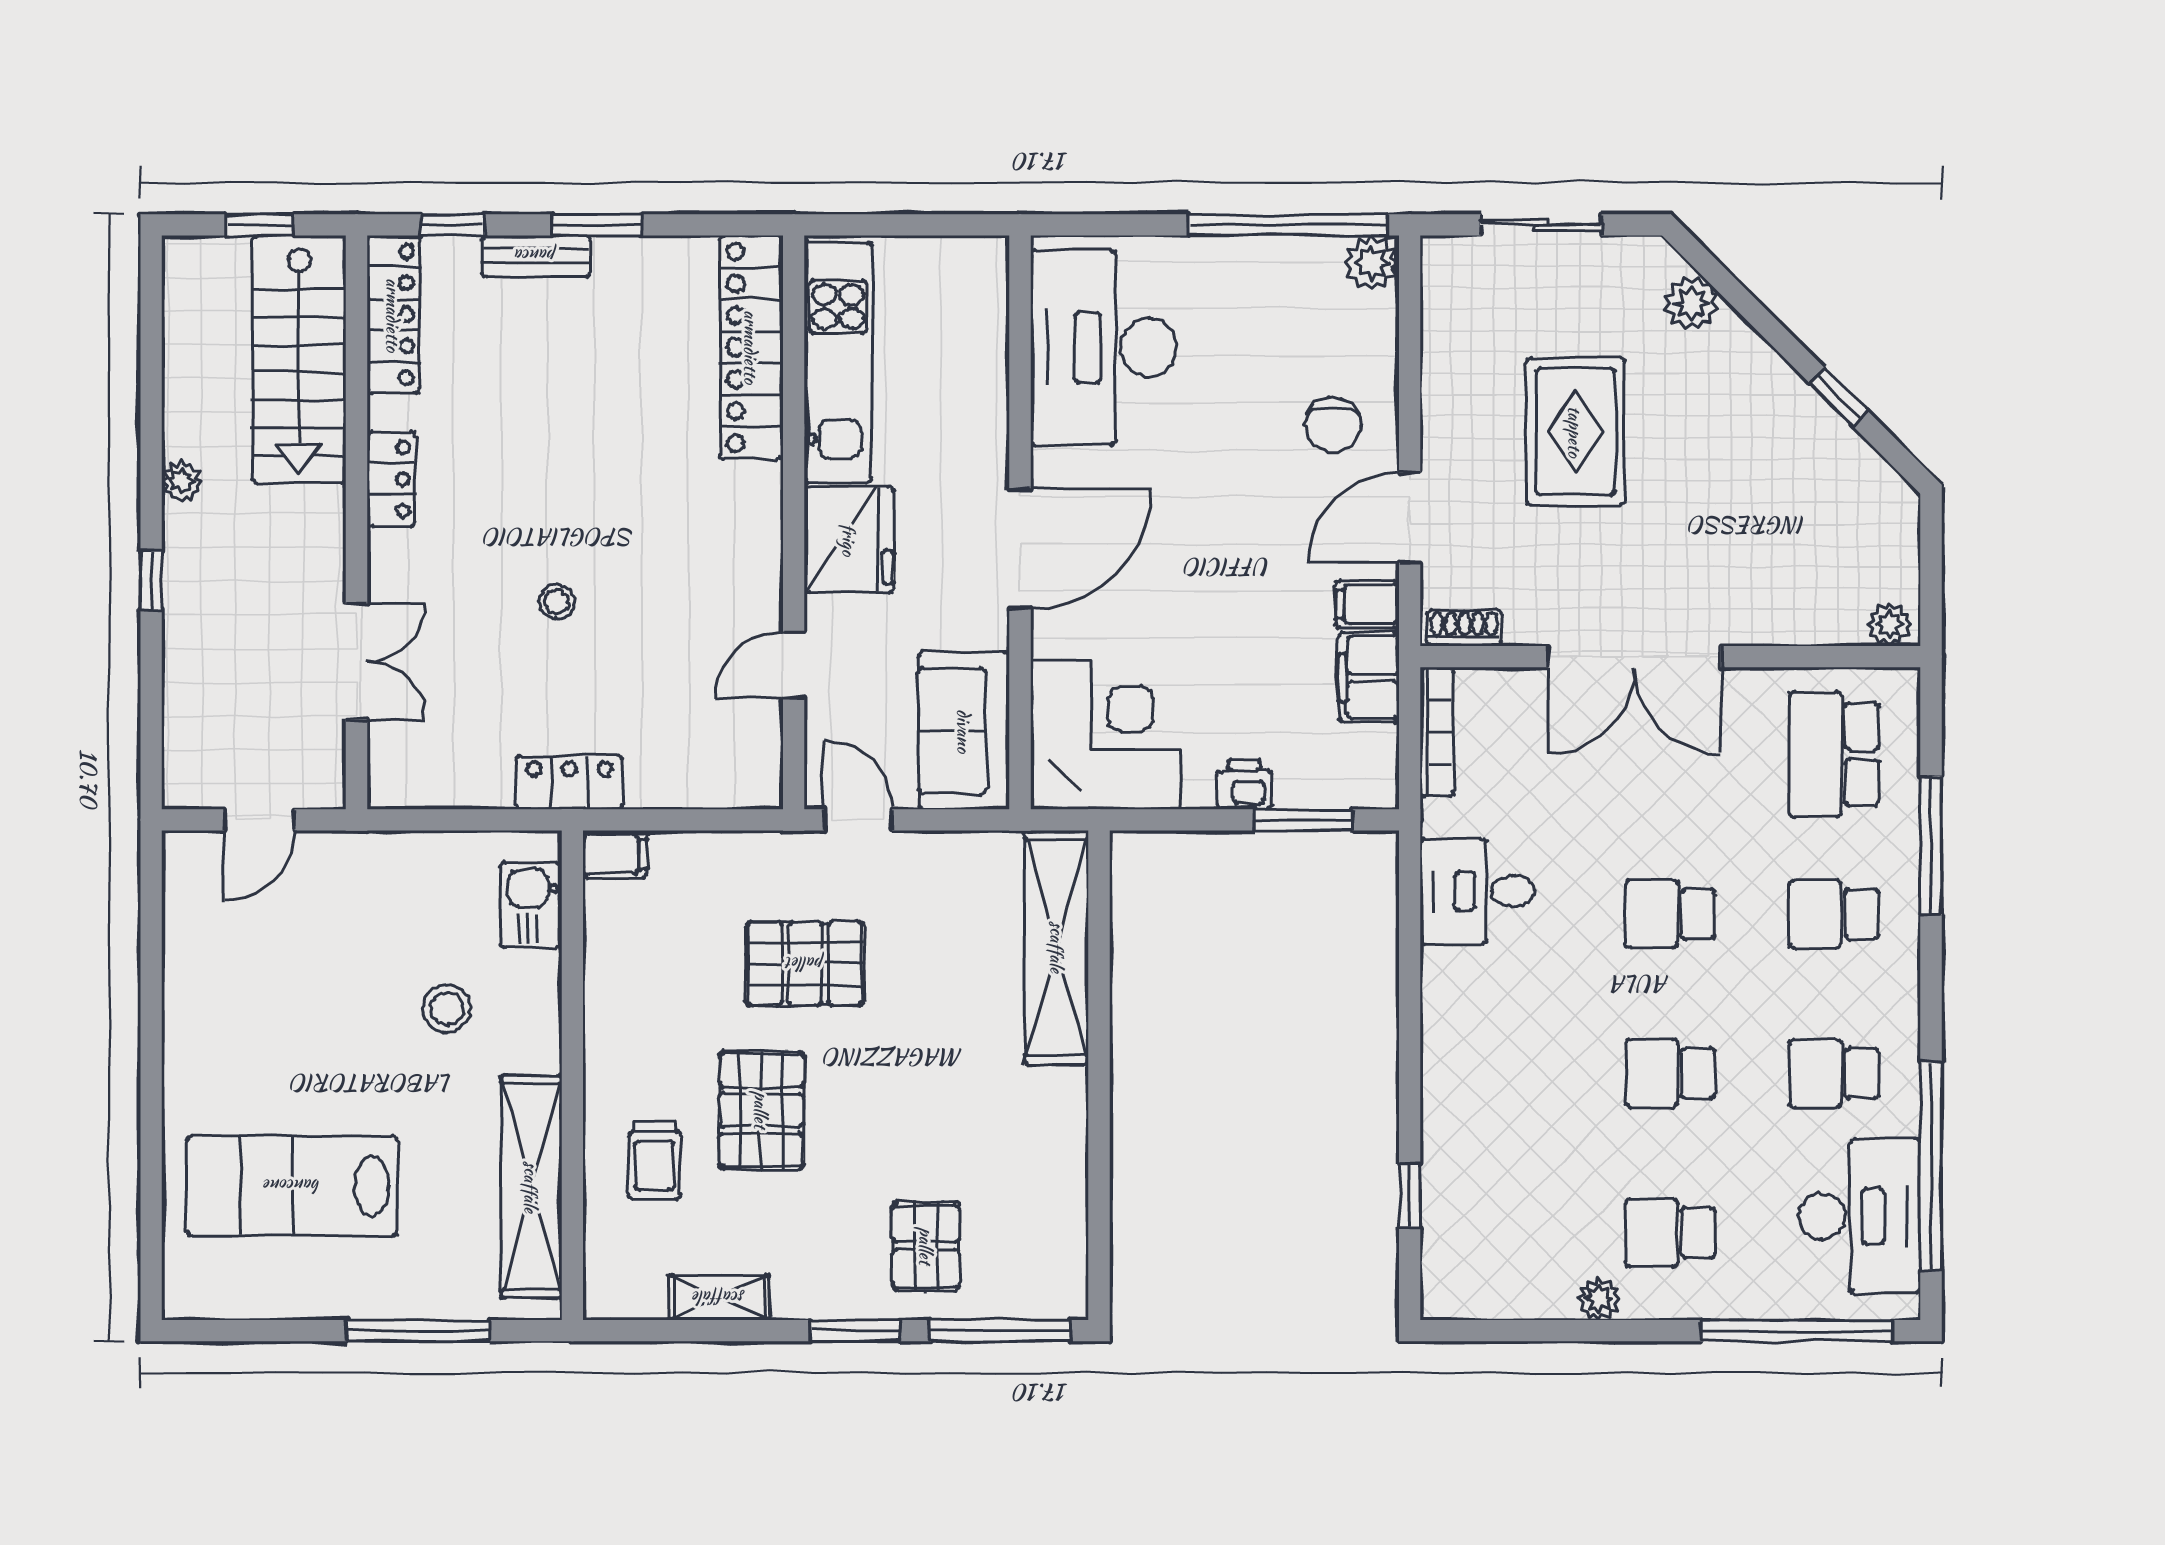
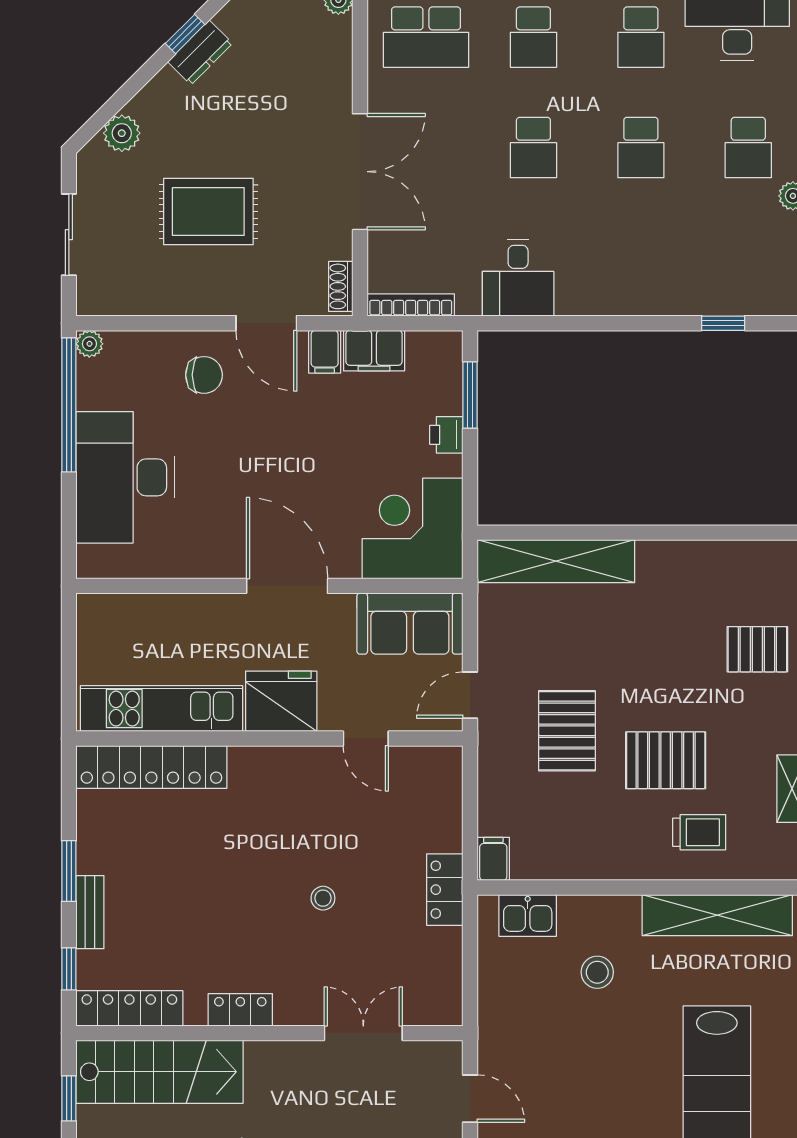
plant: (1372, 263) -> (89, 344), width x0.73, depth x0.73
desk: (1104, 347) -> (125, 477), moved, turned 90
dresser: (1811, 419) -> (200, 53), added

